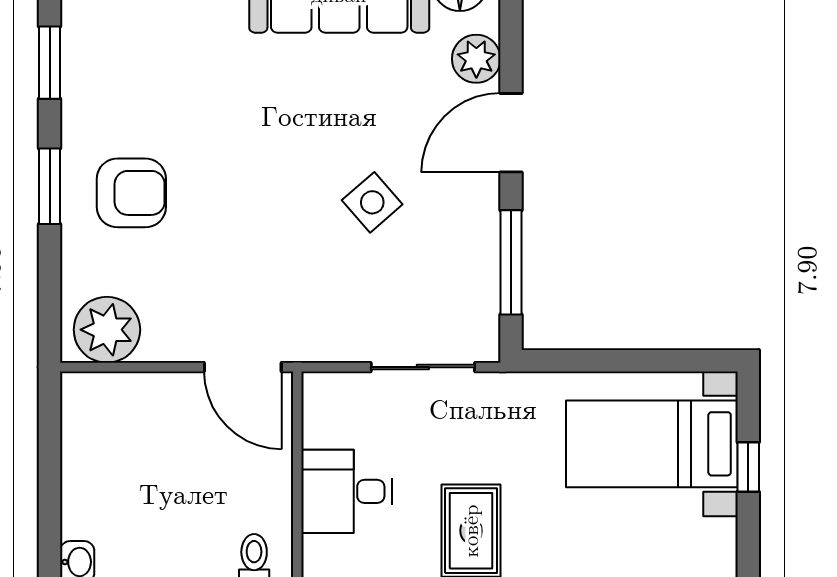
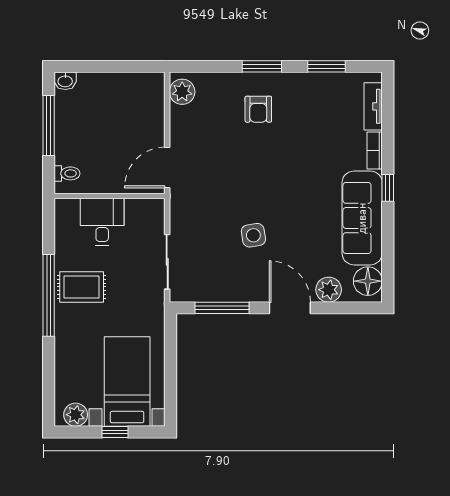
armchair: (131, 193) -> (258, 109), width x0.72, depth x0.72
side table: (372, 202) -> (253, 235), turned 32
plant: (107, 330) -> (182, 92), width x0.73, depth x0.73
plant: (715, 542) -> (76, 415), added

